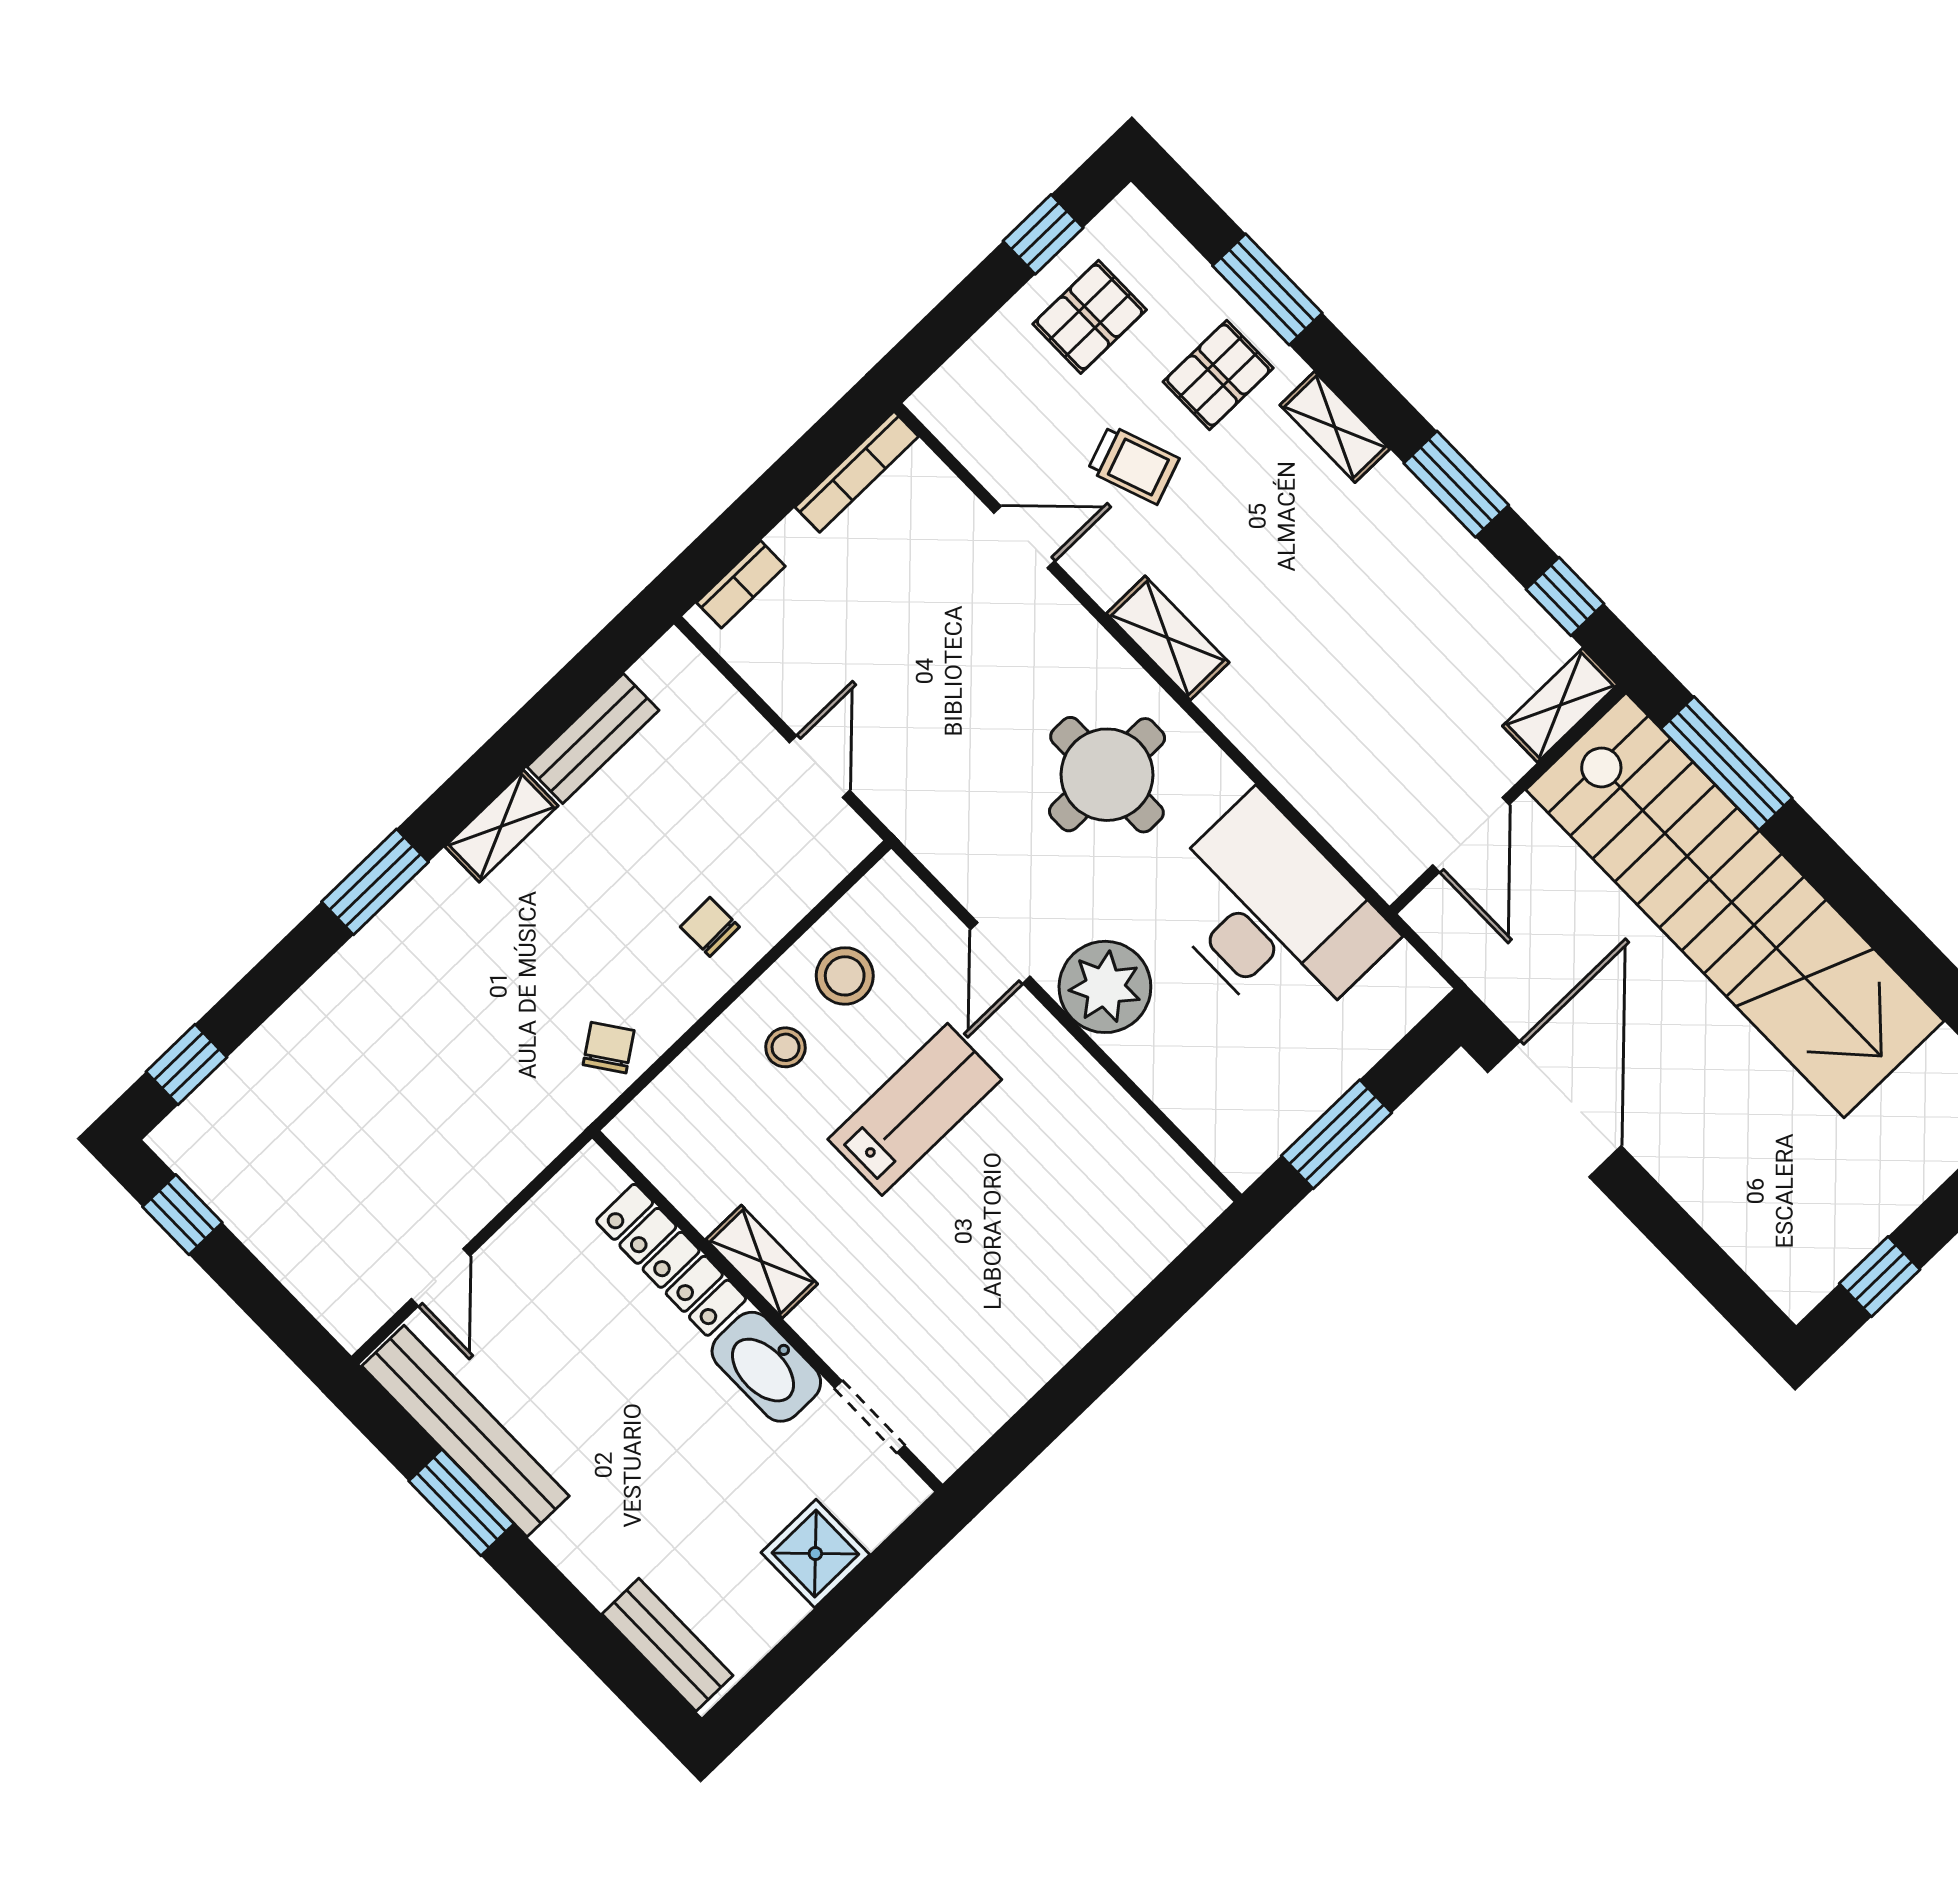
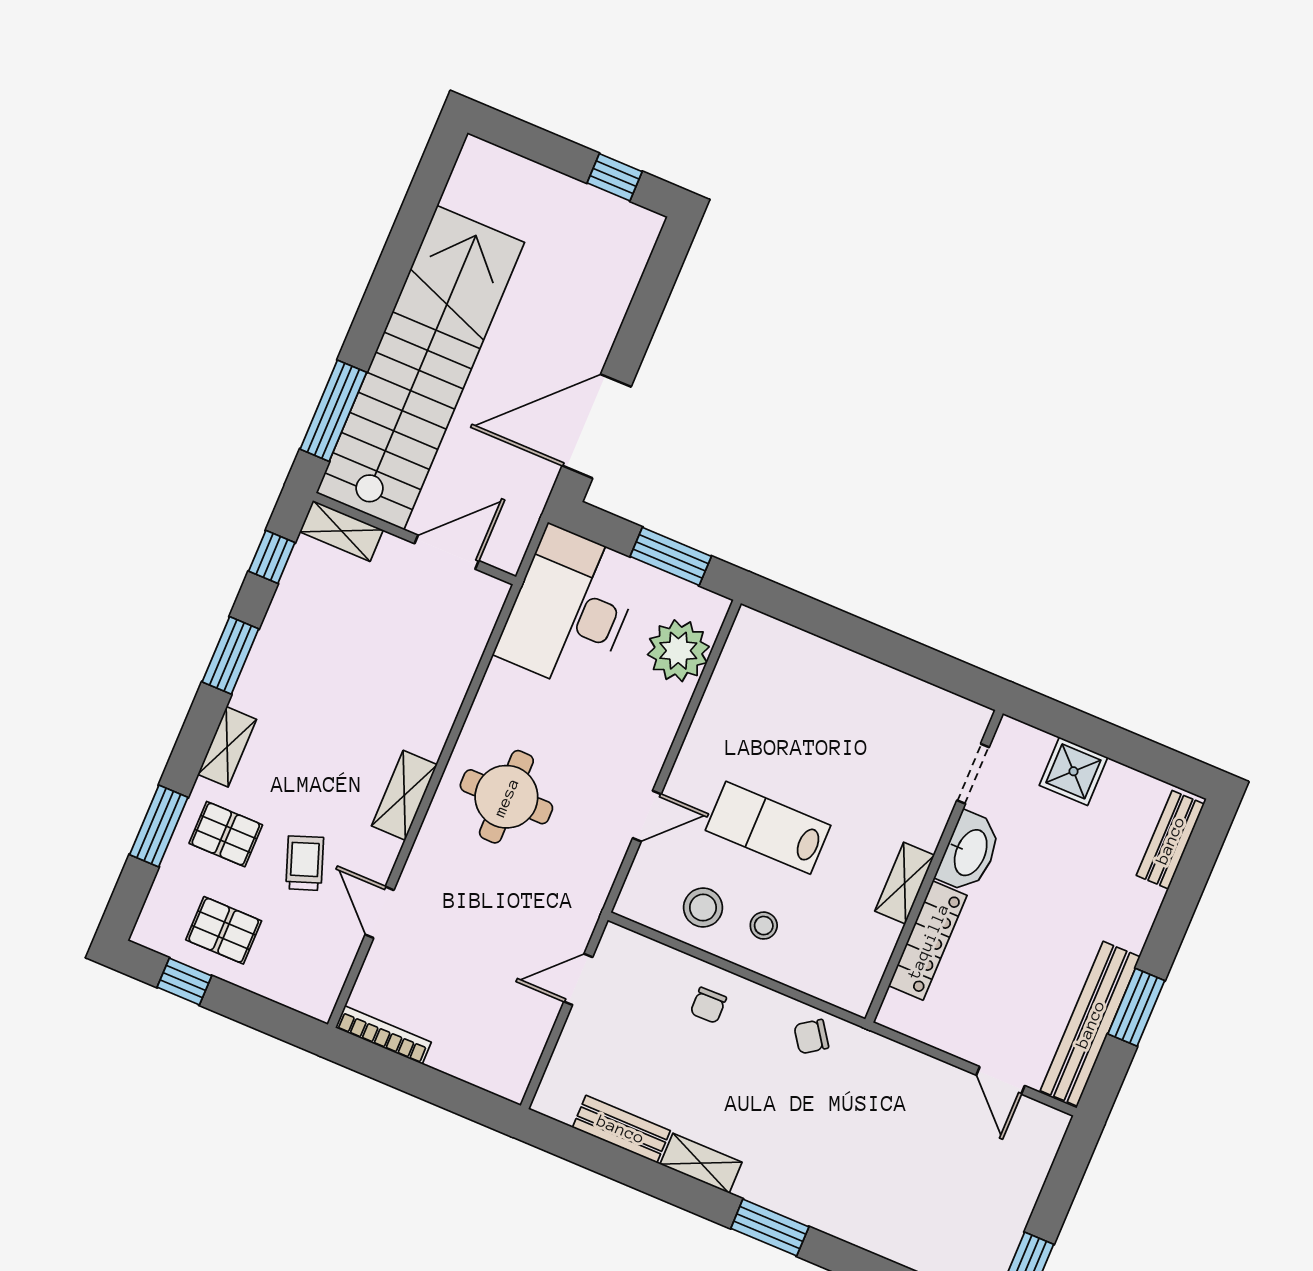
bookcase: (741, 584) -> (485, 1078), removed
desk: (1273, 915) -> (570, 609), moved
plant: (1105, 987) -> (678, 651), moved
door: (441, 1277) -> (1000, 1080), swing flipped

